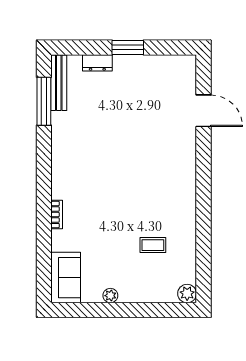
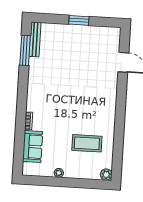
dresser: (97, 63) -> (60, 29), removed
coffee table: (153, 245) -> (87, 143), width x1.86, depth x1.72
sofa: (66, 278) -> (33, 147), moved

